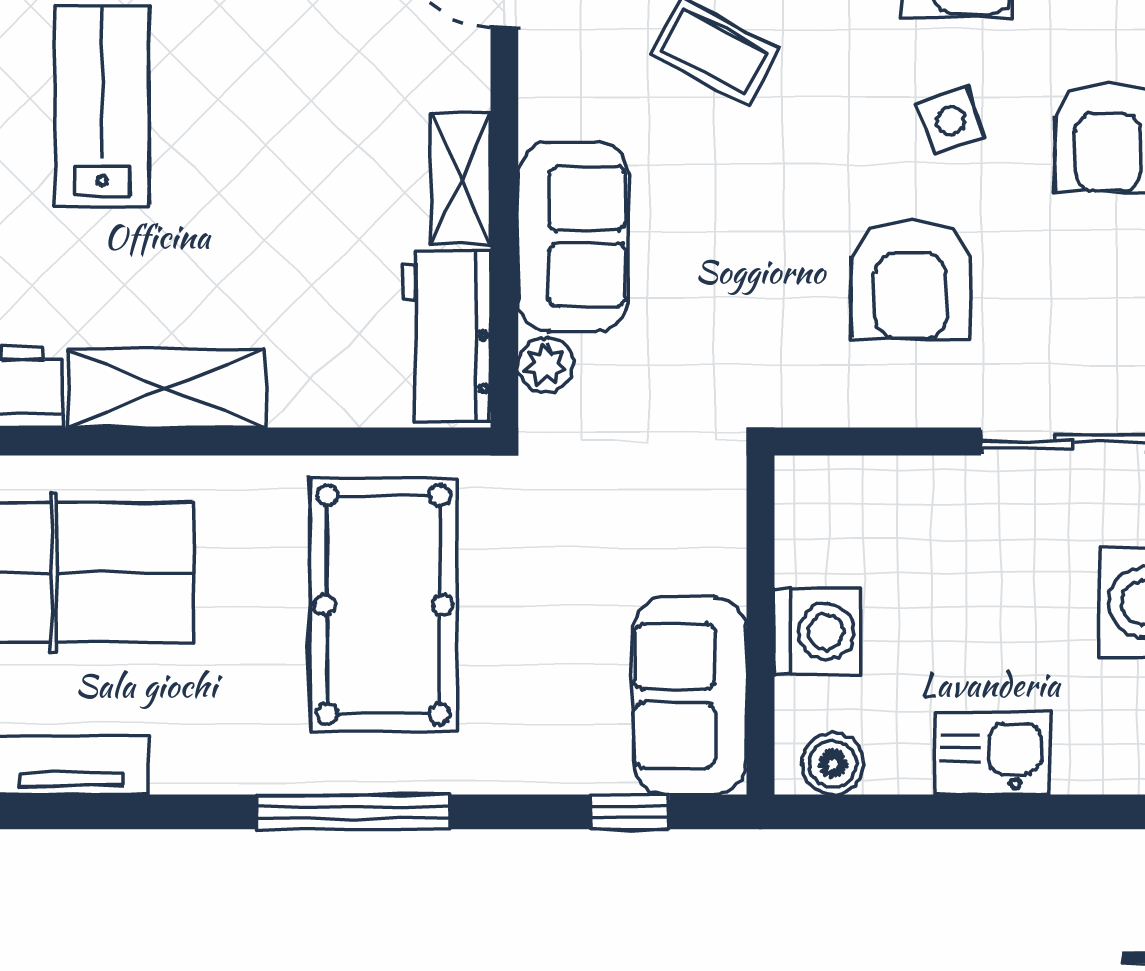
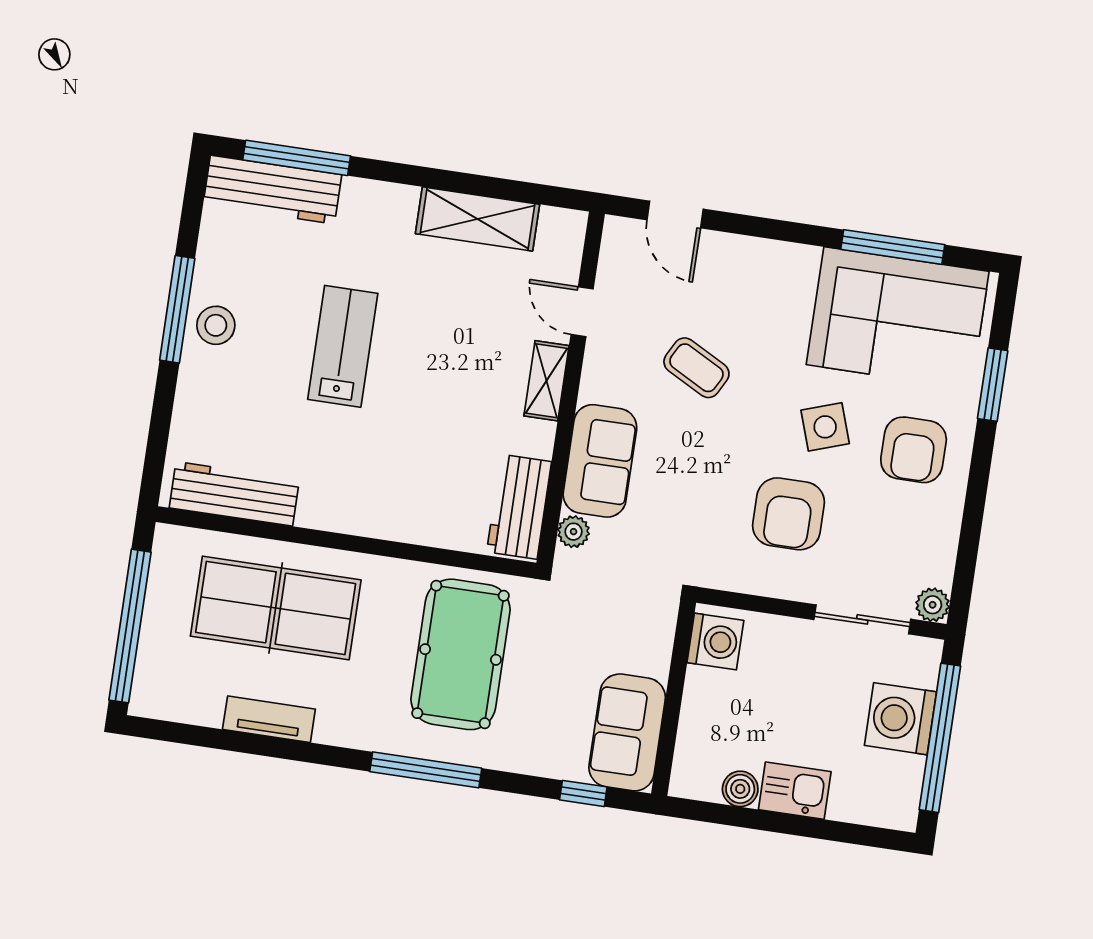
side table: (951, 121) -> (825, 427), width x1.37, depth x1.37
shelving: (461, 179) -> (546, 381), moved
shelving: (166, 388) -> (355, 513), removed
washing machine: (818, 632) -> (715, 641), moved
boiler: (833, 764) -> (740, 789), moved

